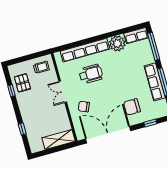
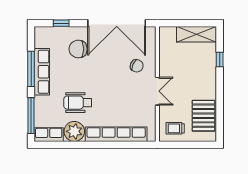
wheelchair: (91, 74) -> (78, 103), moved
pallet: (22, 83) -> (204, 116), width x1.50, depth x1.42
window: (11, 91) -> (220, 110), removed
chair: (132, 107) -> (78, 49), turned 180
shelving: (59, 140) -> (197, 34), moved

